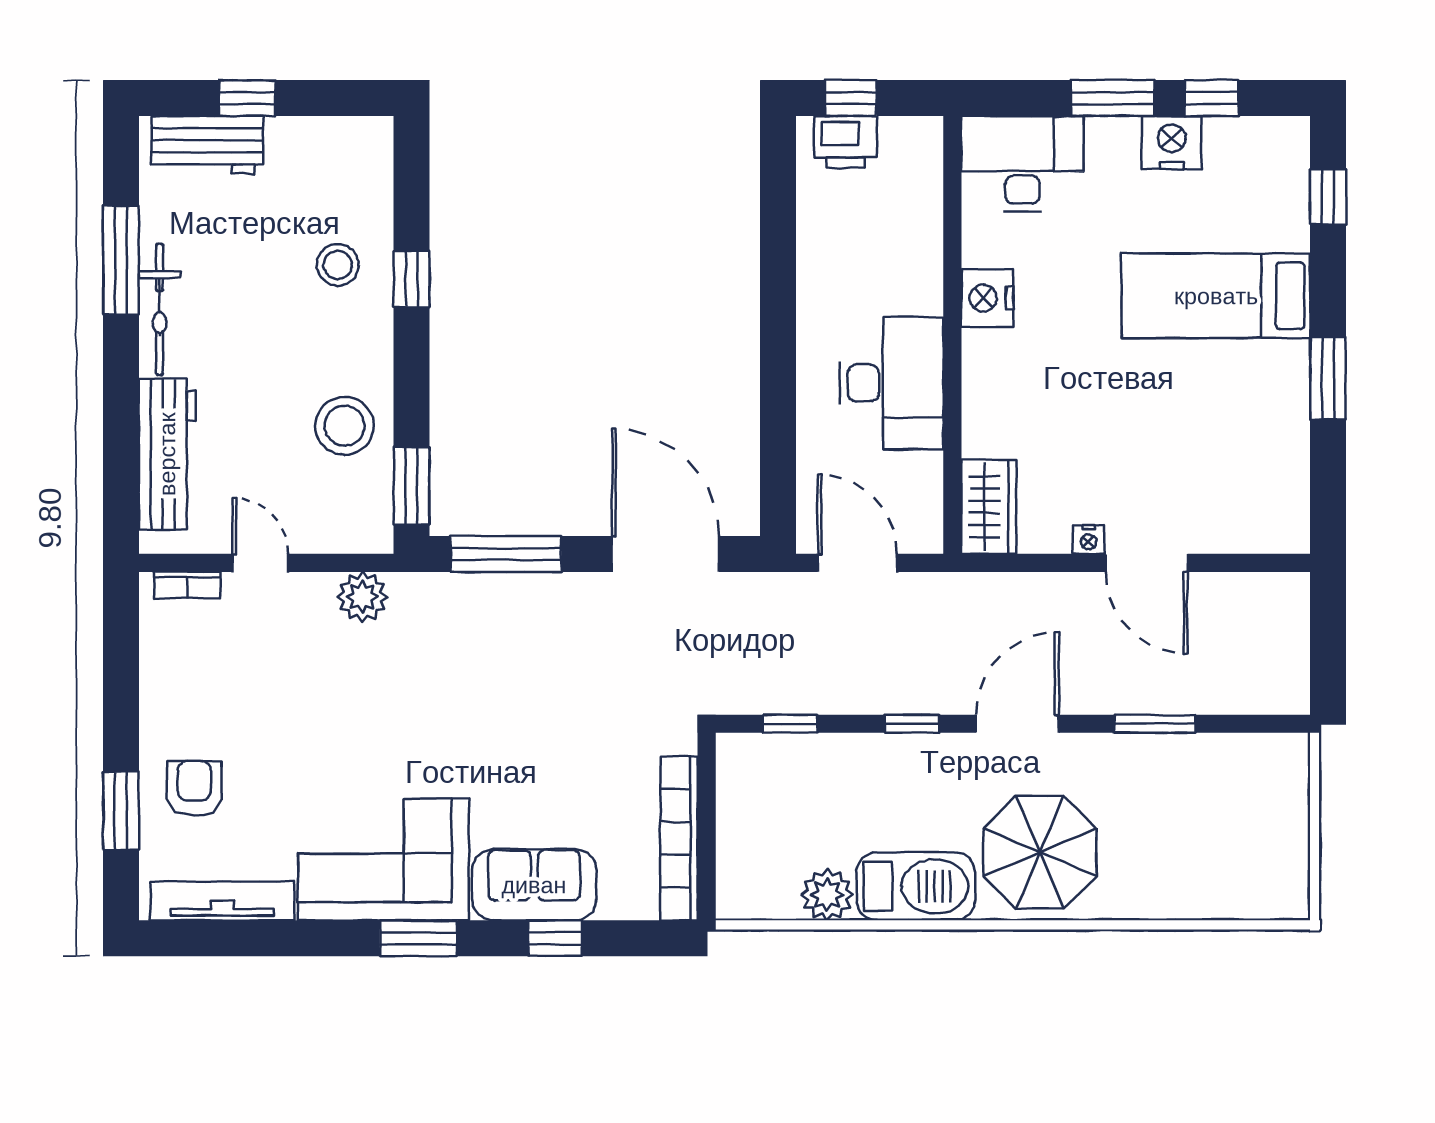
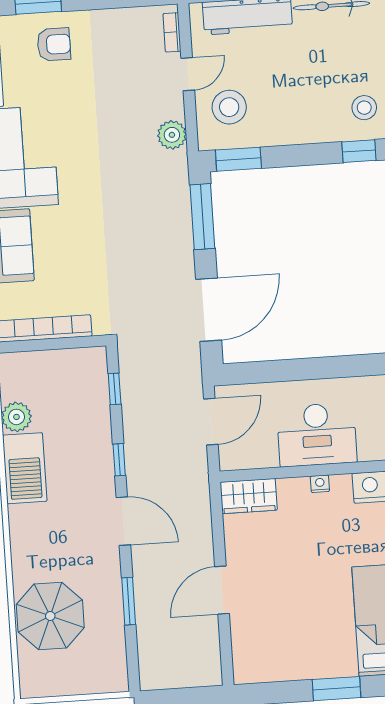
stool: (345, 426) -> (229, 107), moved
nightstand: (1089, 539) -> (320, 484), moved, turned 90
parasol: (1040, 852) -> (50, 616), moved

